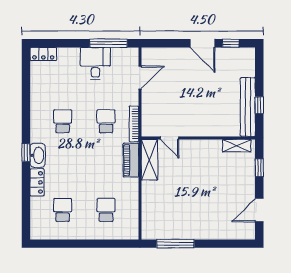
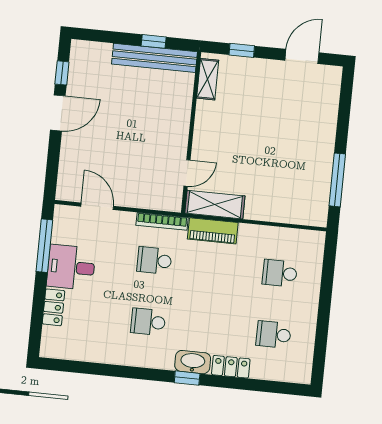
locker: (43, 54) -> (54, 307), moved
door: (259, 210) -> (302, 56), swing flipped

